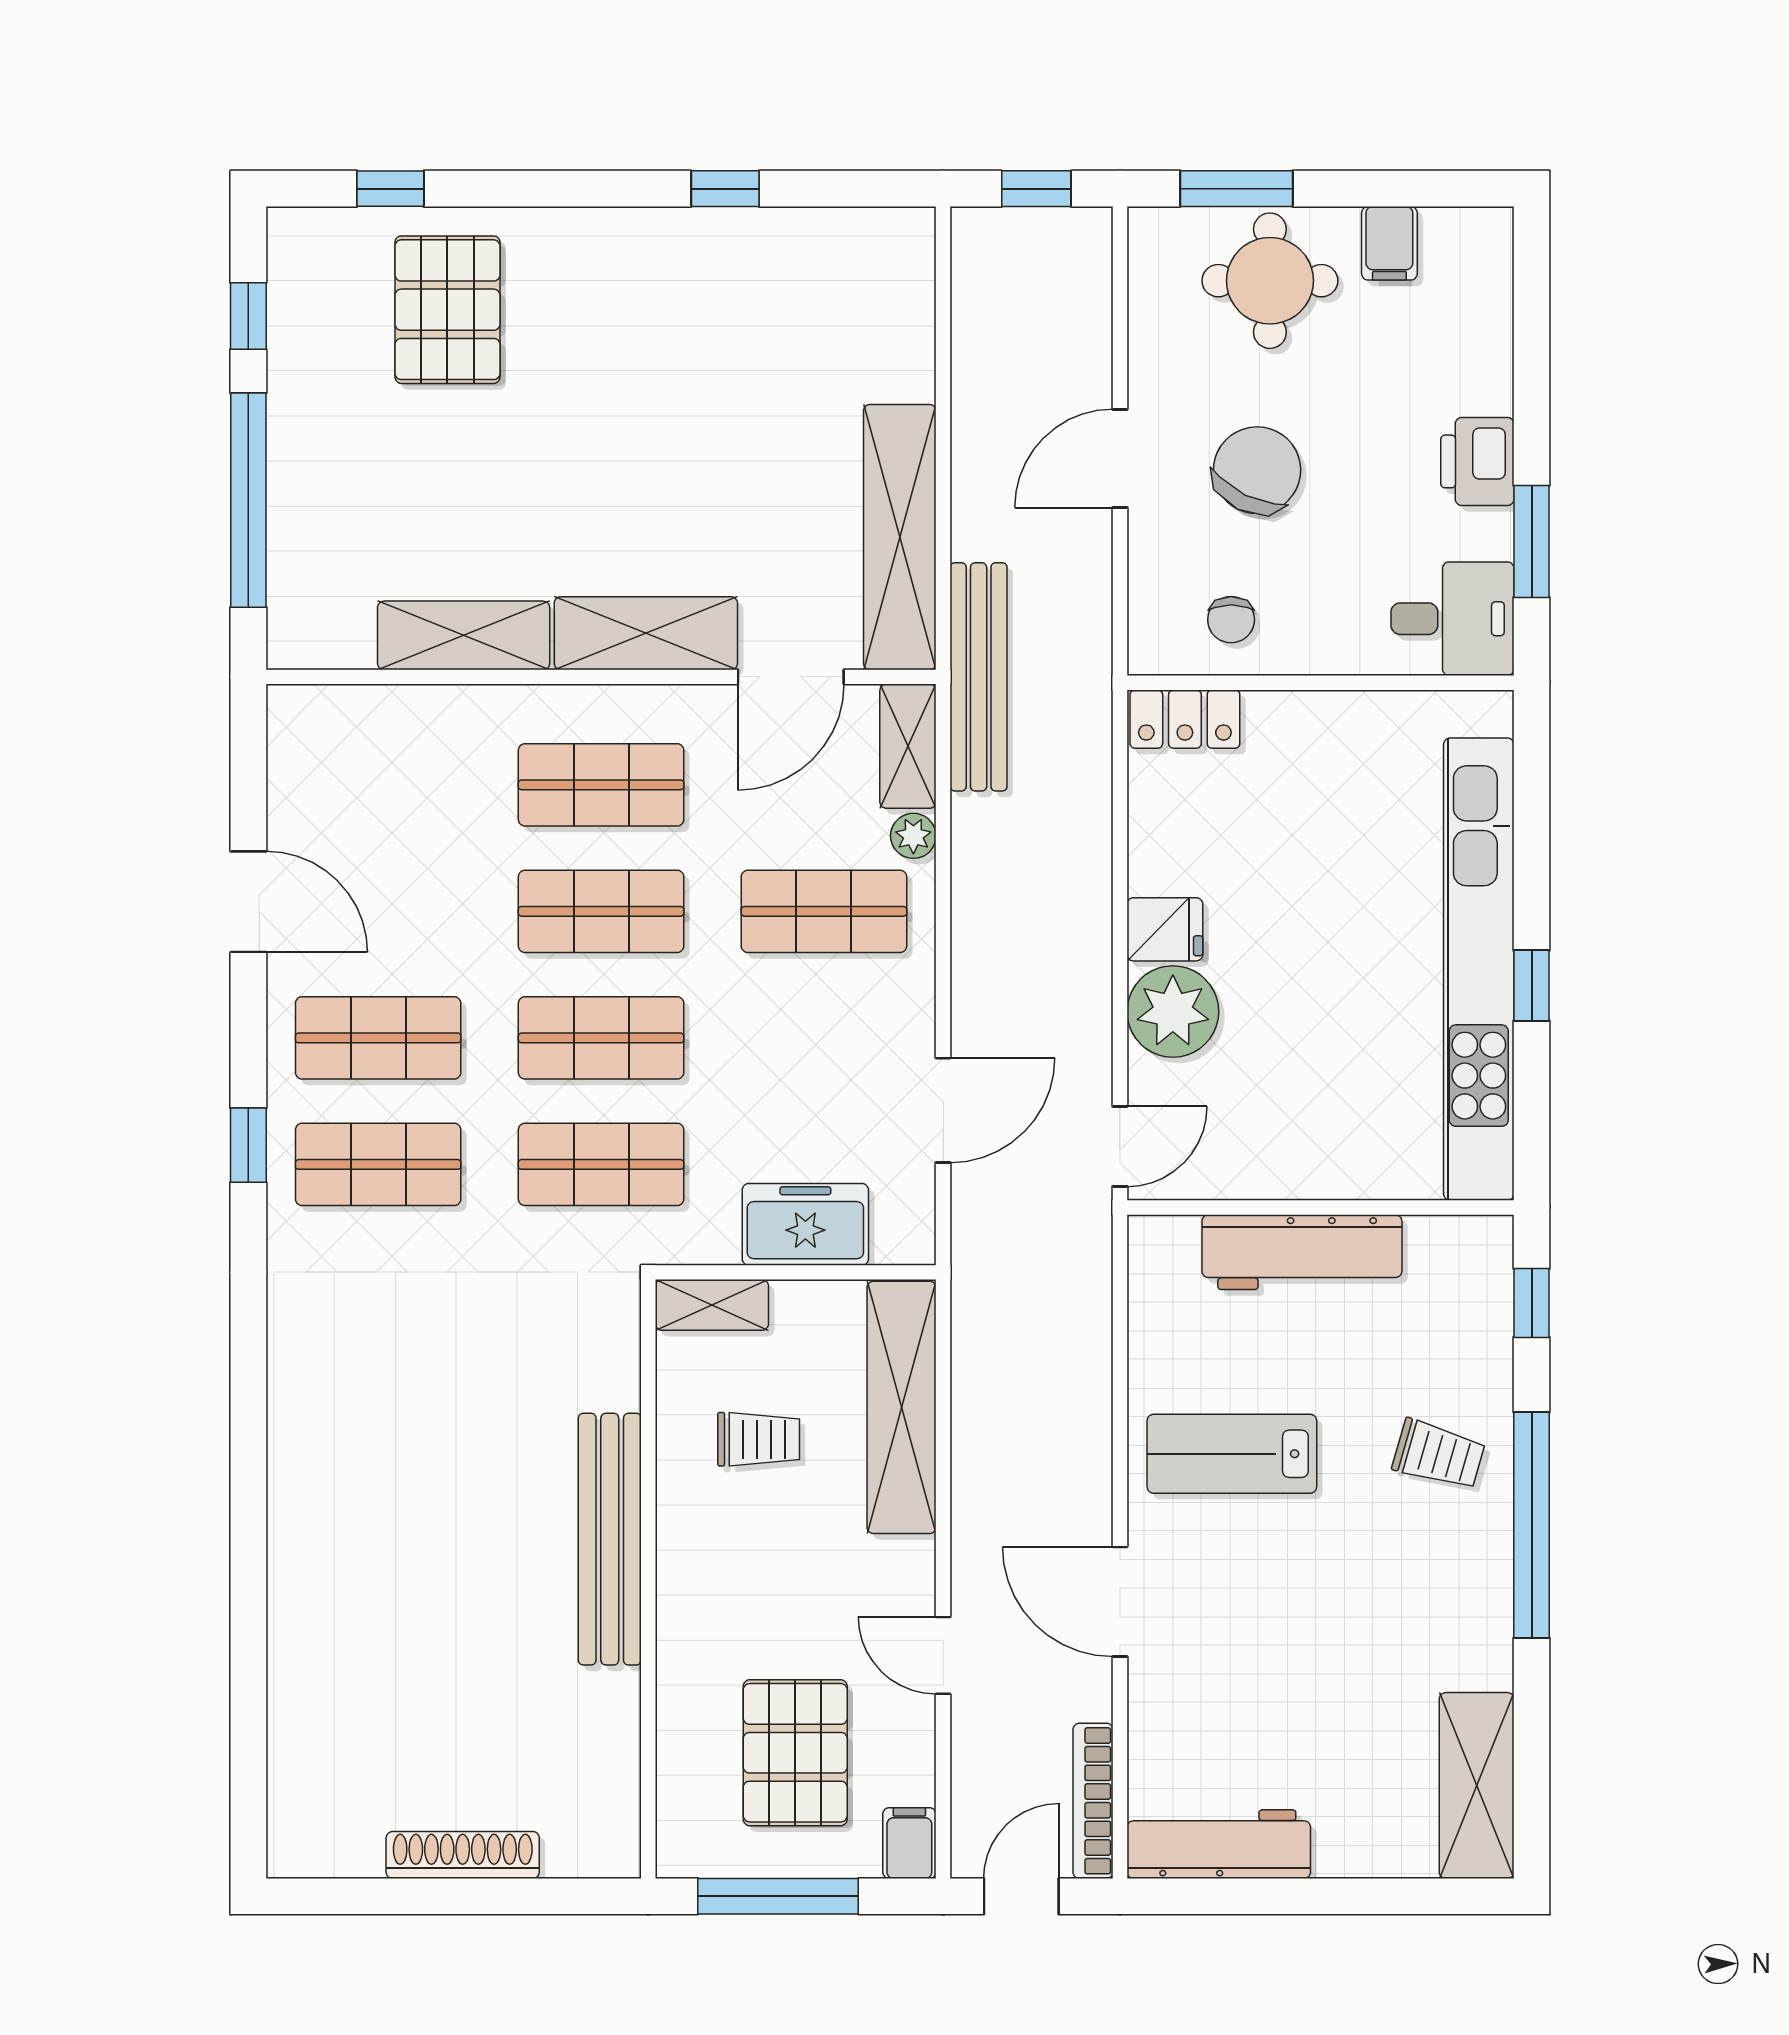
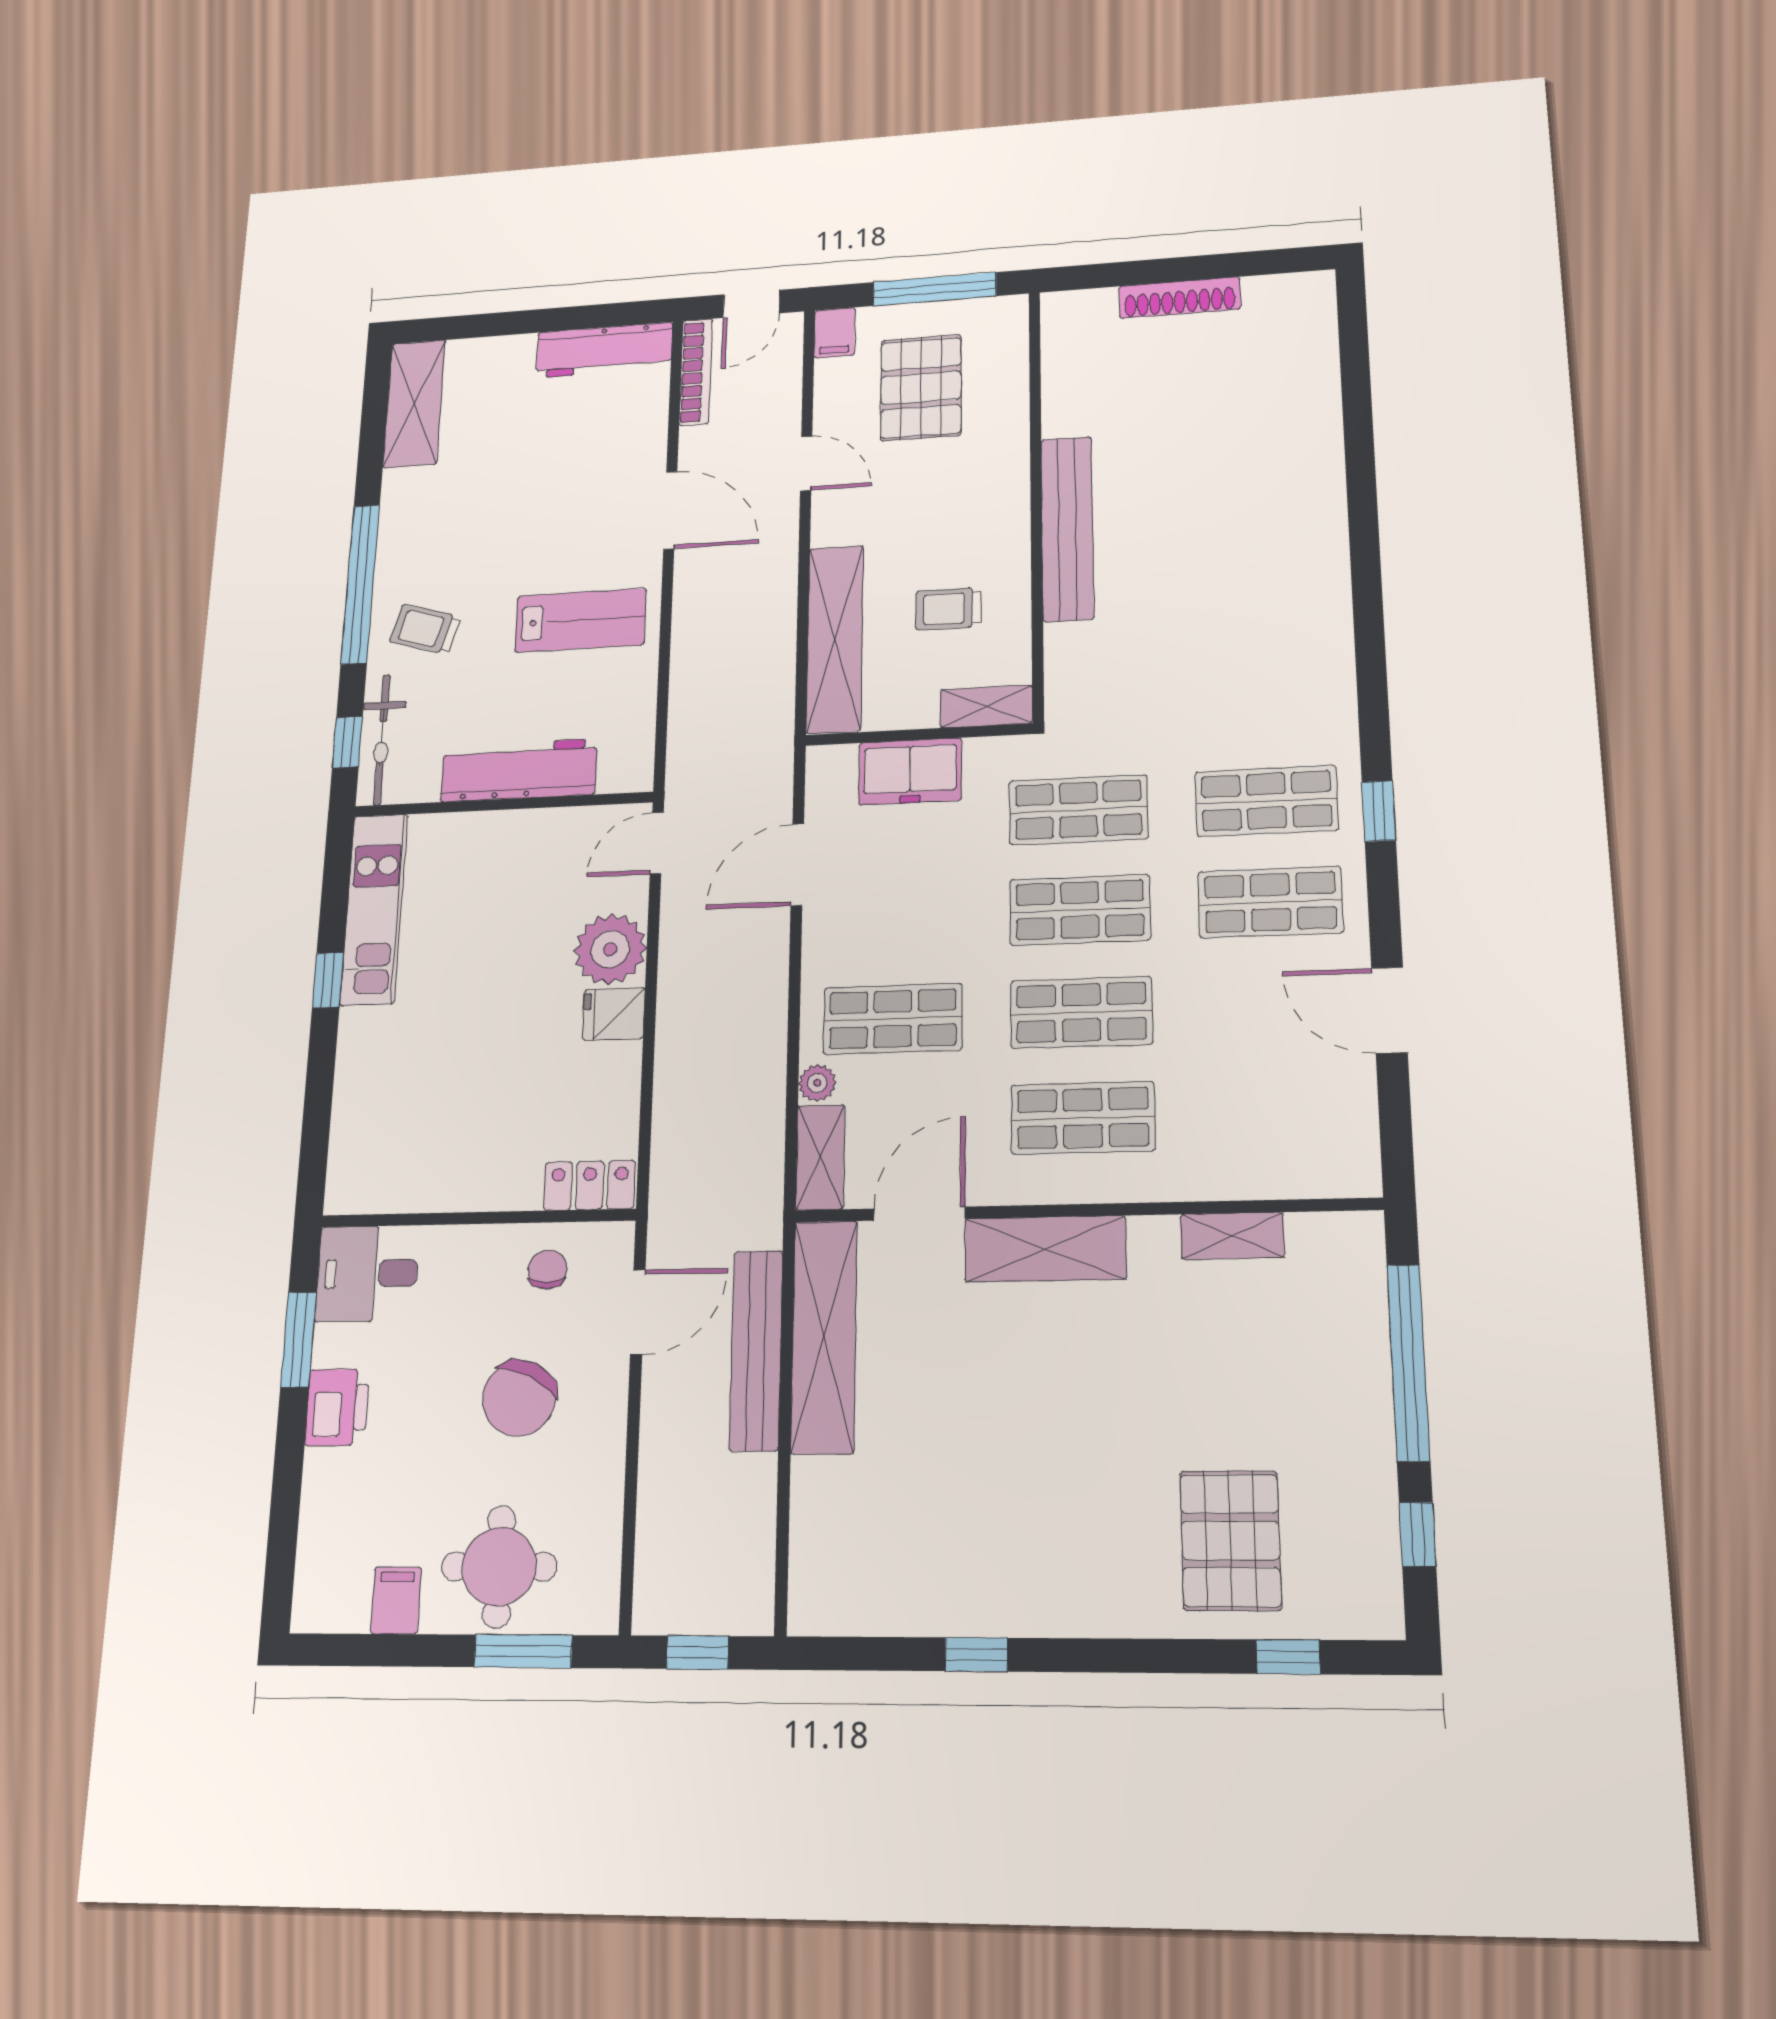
door: (1120, 458) -> (638, 1312), moved
shelving: (464, 635) -> (1232, 1236), width x0.67, depth x0.75
bench: (979, 677) -> (756, 1350), moved
kitchen unit: (1479, 969) -> (374, 909), width x0.54
bicycle: (1486, 1304) -> (382, 740), added

